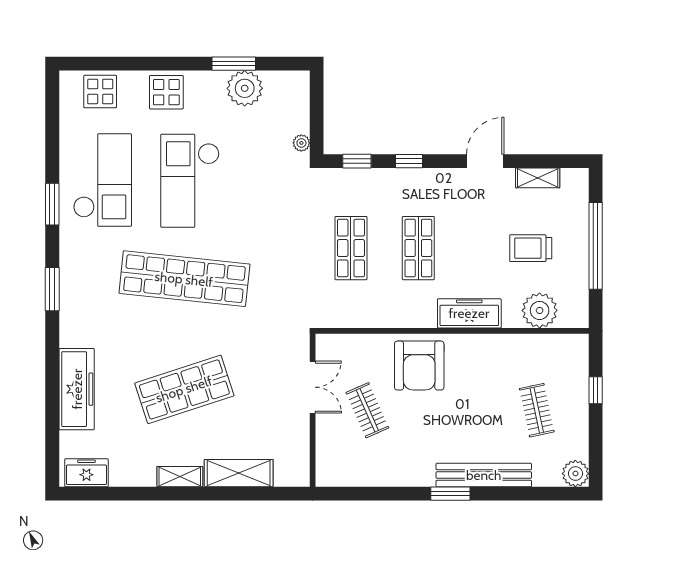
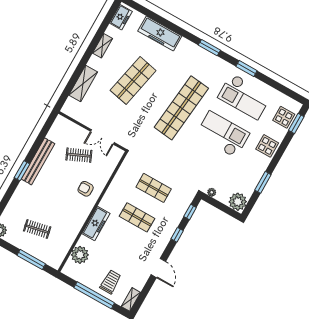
window: (99, 64) -> (296, 124), added
plant: (245, 88) -> (238, 202), moved
shelving: (538, 178) -> (131, 299), moved
trolley: (531, 248) -> (110, 282), moved
armchair: (419, 366) -> (86, 189), width x0.53, depth x0.53
shop shelf: (184, 389) -> (133, 81), turned 30
window: (596, 390) -> (31, 260), width x2.17
bench: (484, 475) -> (38, 161), moved
shelving: (180, 477) -> (103, 46), moved

